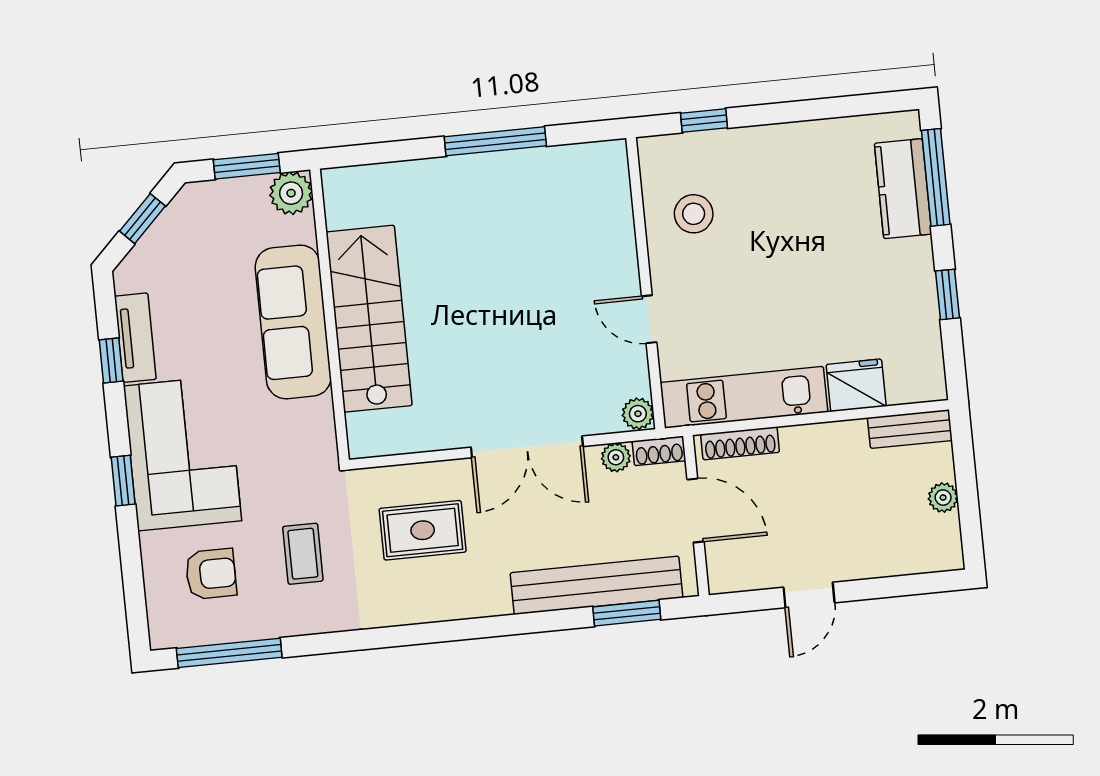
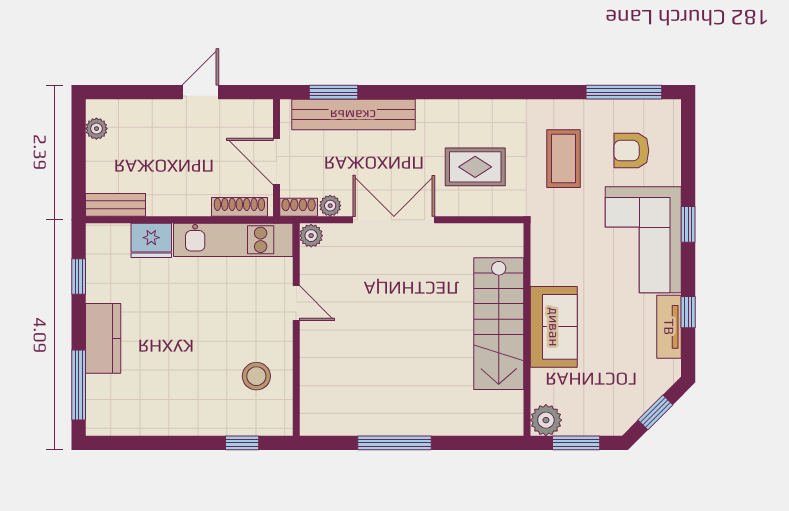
kitchen counter: (903, 189) -> (103, 338), moved
window: (948, 294) -> (79, 276), moved
sofa: (293, 322) -> (554, 327), width x0.73
plant: (943, 498) -> (96, 129), moved
coffee table: (303, 554) -> (563, 159), width x1.36, depth x1.30

